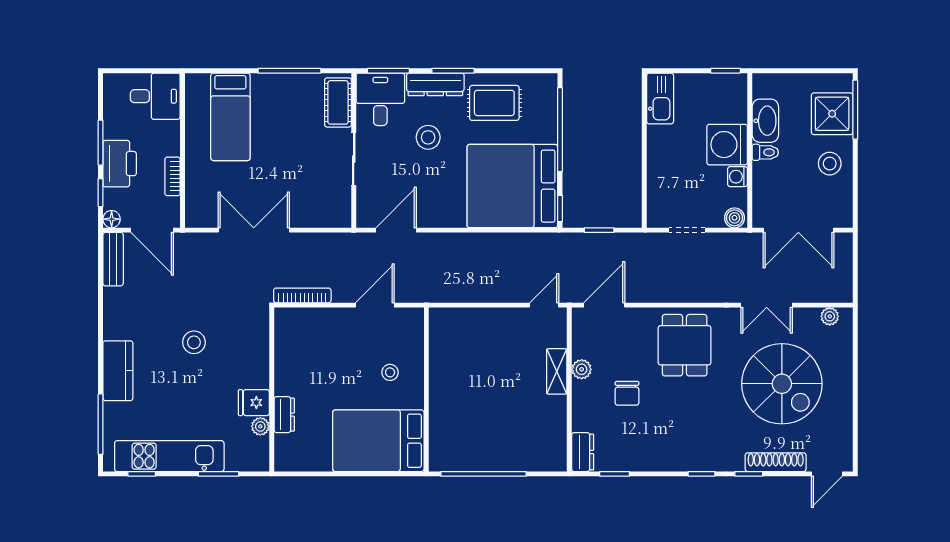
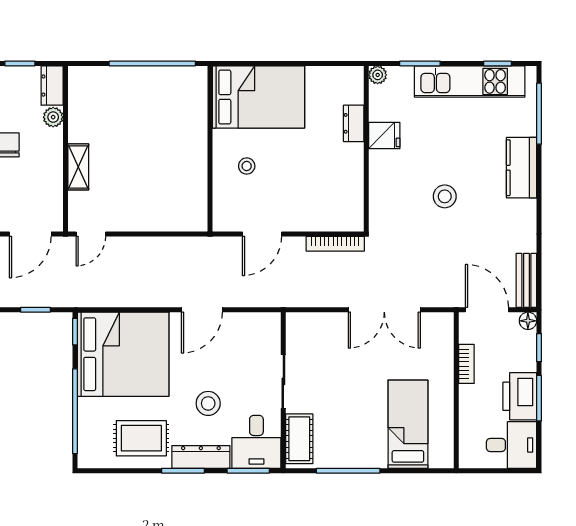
desk: (155, 96) -> (512, 445), moved, turned 180
printer: (120, 164) -> (520, 396), moved
door: (396, 230) -> (202, 310), moved
plant: (582, 369) -> (53, 117), moved
plant: (260, 426) -> (378, 75), moved

